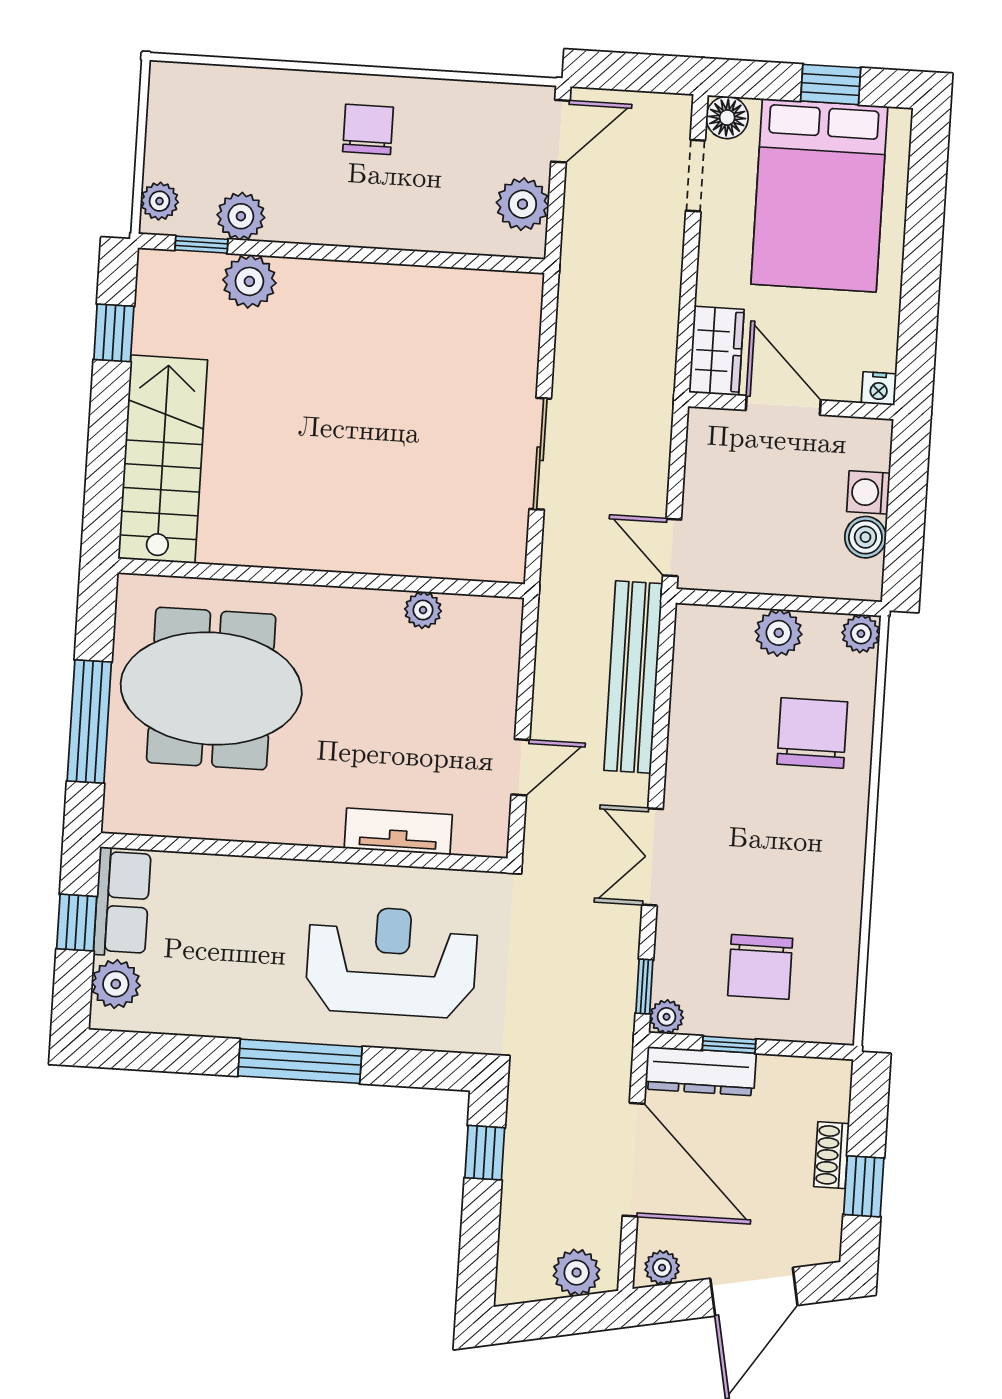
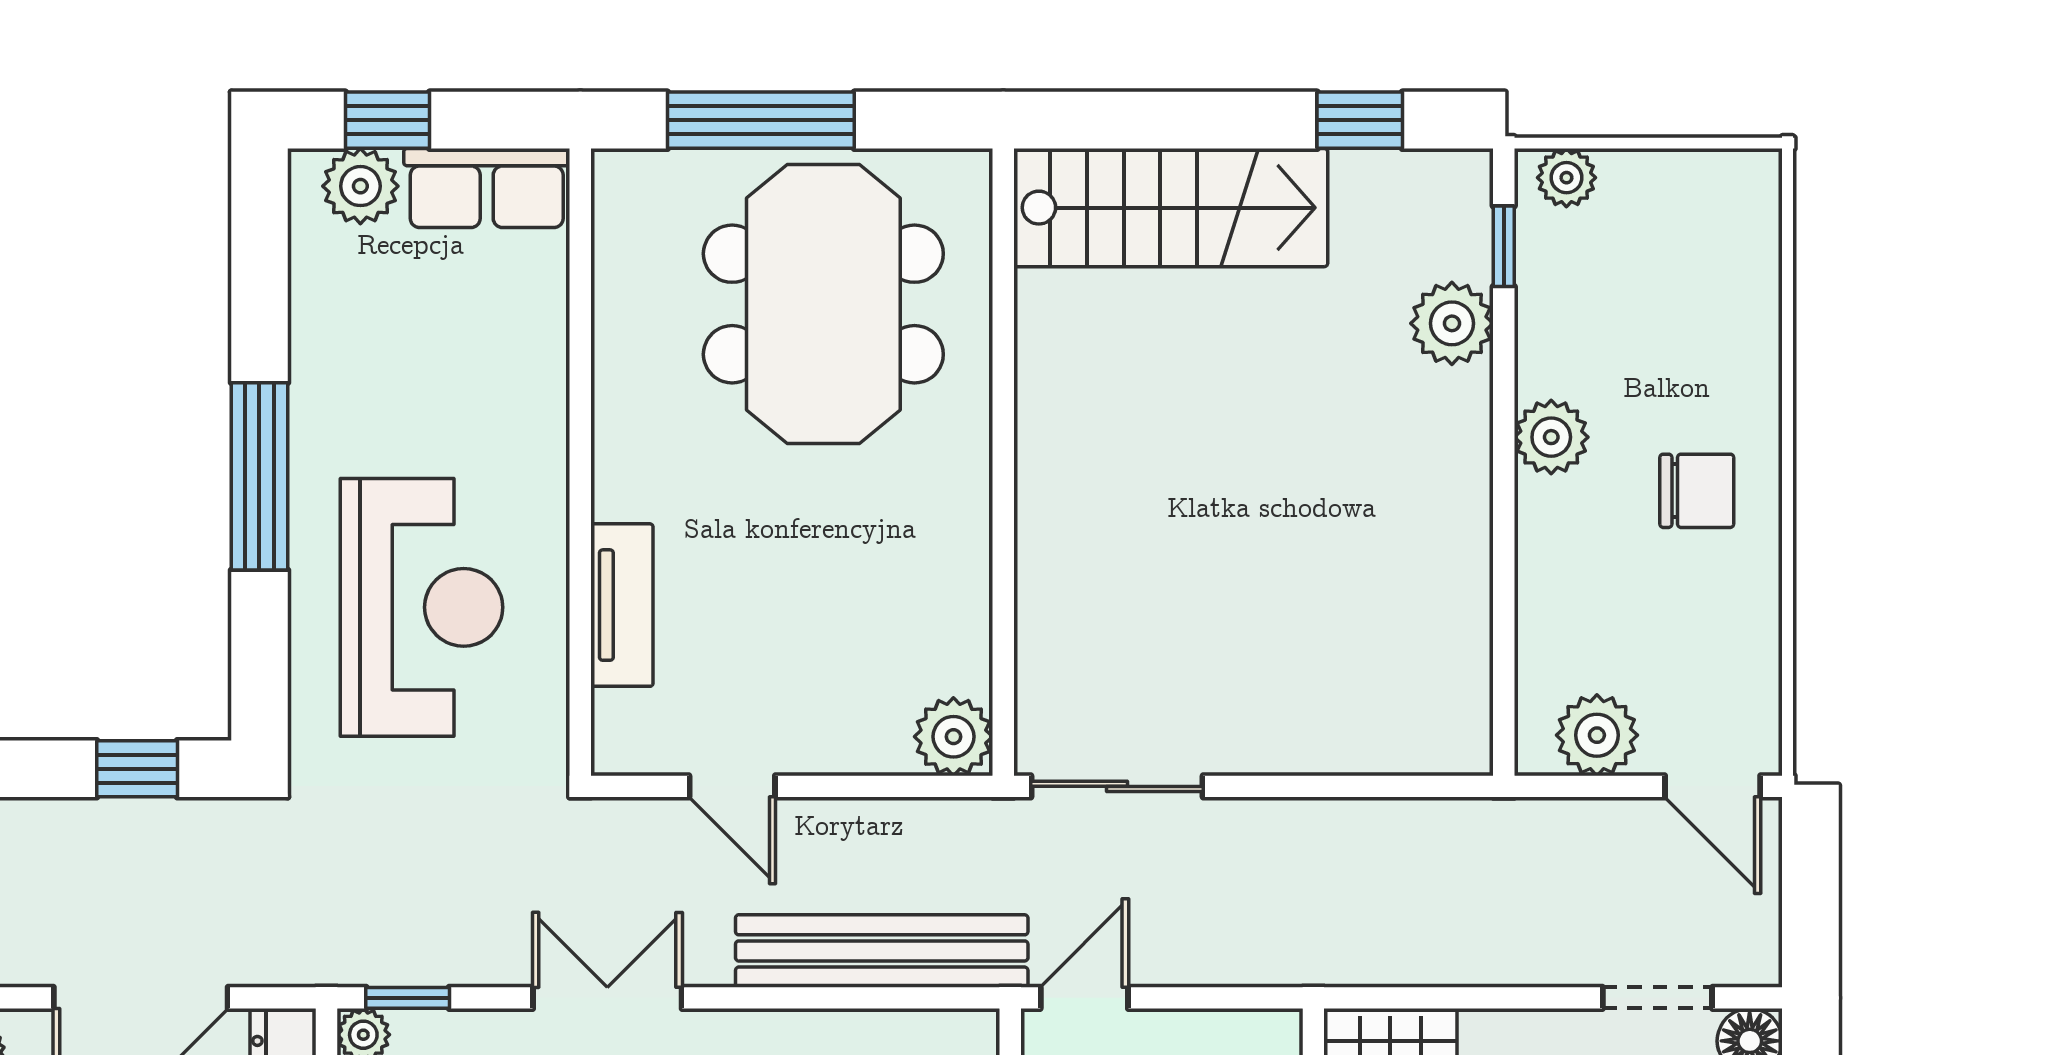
plant: (241, 216) -> (1551, 437), moved
sliding door: (540, 454) -> (1117, 786), moved
plant: (423, 610) -> (953, 737), moved, width x1.38, depth x1.38
window: (77, 923) -> (387, 120), moved

